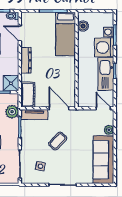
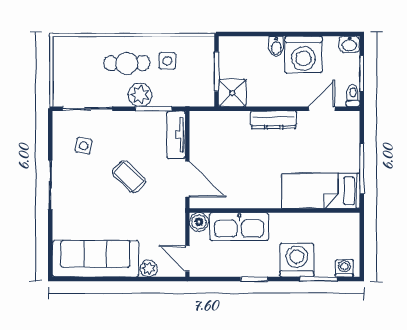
boiler: (83, 26) -> (199, 222), moved
washing machine: (109, 32) -> (344, 268), moved
kitchen sink: (106, 74) -> (239, 227), moved, turned 180
cot: (28, 95) -> (212, 123), removed
door: (59, 108) -> (187, 179), hinge flipped
door: (103, 108) -> (187, 258), swing flipped
plant: (12, 112) -> (140, 95), moved

